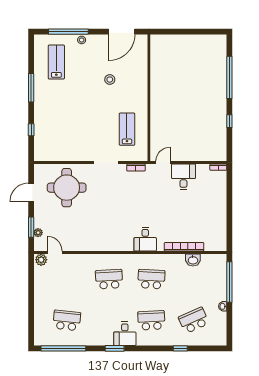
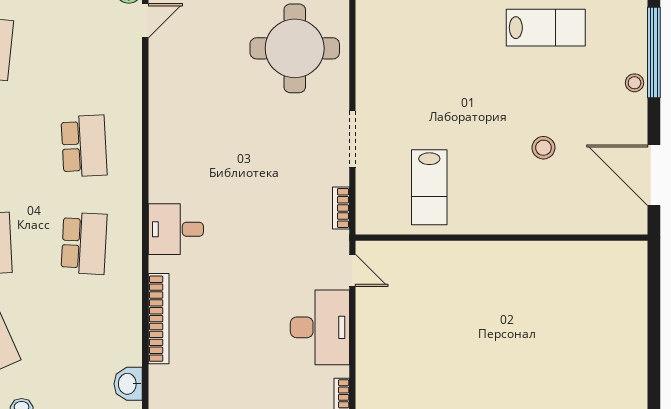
lab bench: (56, 62) -> (546, 28), moved
lab bench: (127, 129) -> (429, 187), turned 90
desk: (183, 177) -> (320, 327), width x1.37
washbasin: (193, 260) -> (128, 384), moved

